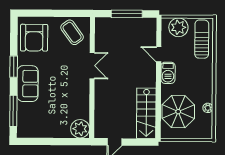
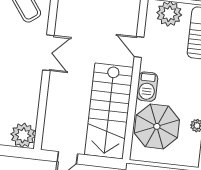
barbecue: (168, 73) -> (147, 87), moved
stairs: (146, 113) -> (109, 111), width x1.36, depth x1.51

